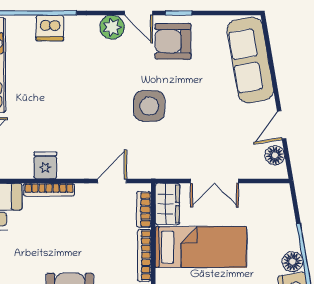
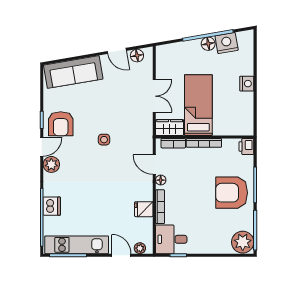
side table: (149, 106) -> (104, 140), width x0.54, depth x0.54
floor lamp: (89, 191) -> (161, 180), added

